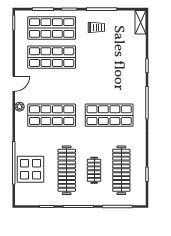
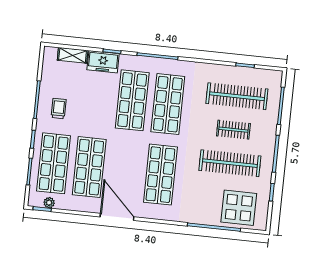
shelving: (140, 22) -> (73, 55), moved
freezer: (138, 59) -> (103, 62), added
door: (14, 84) -> (117, 217), width x1.87
shop shelf: (109, 86) -> (132, 100), added
plant: (19, 107) -> (49, 203), moved
display table: (30, 169) -> (239, 208), moved

